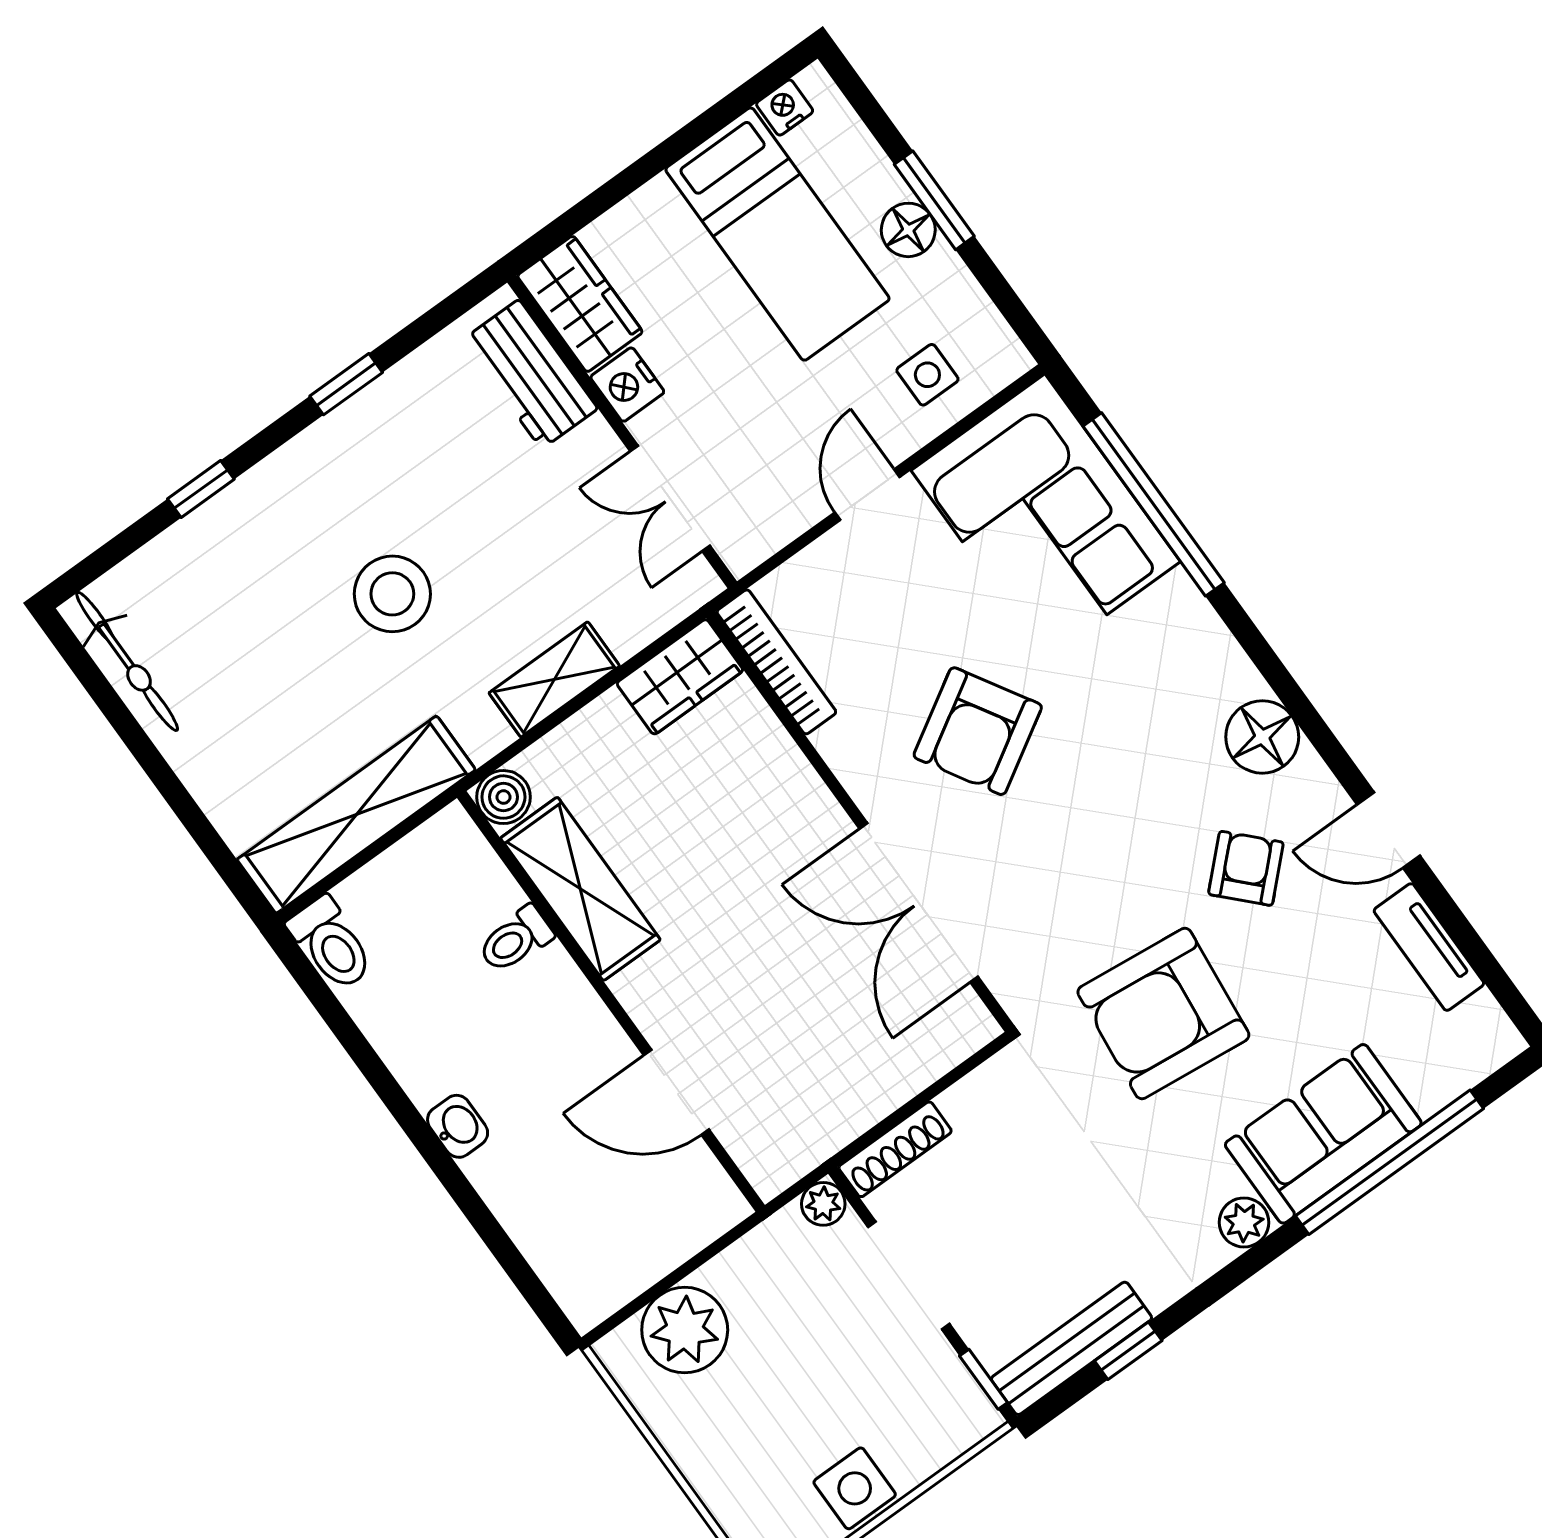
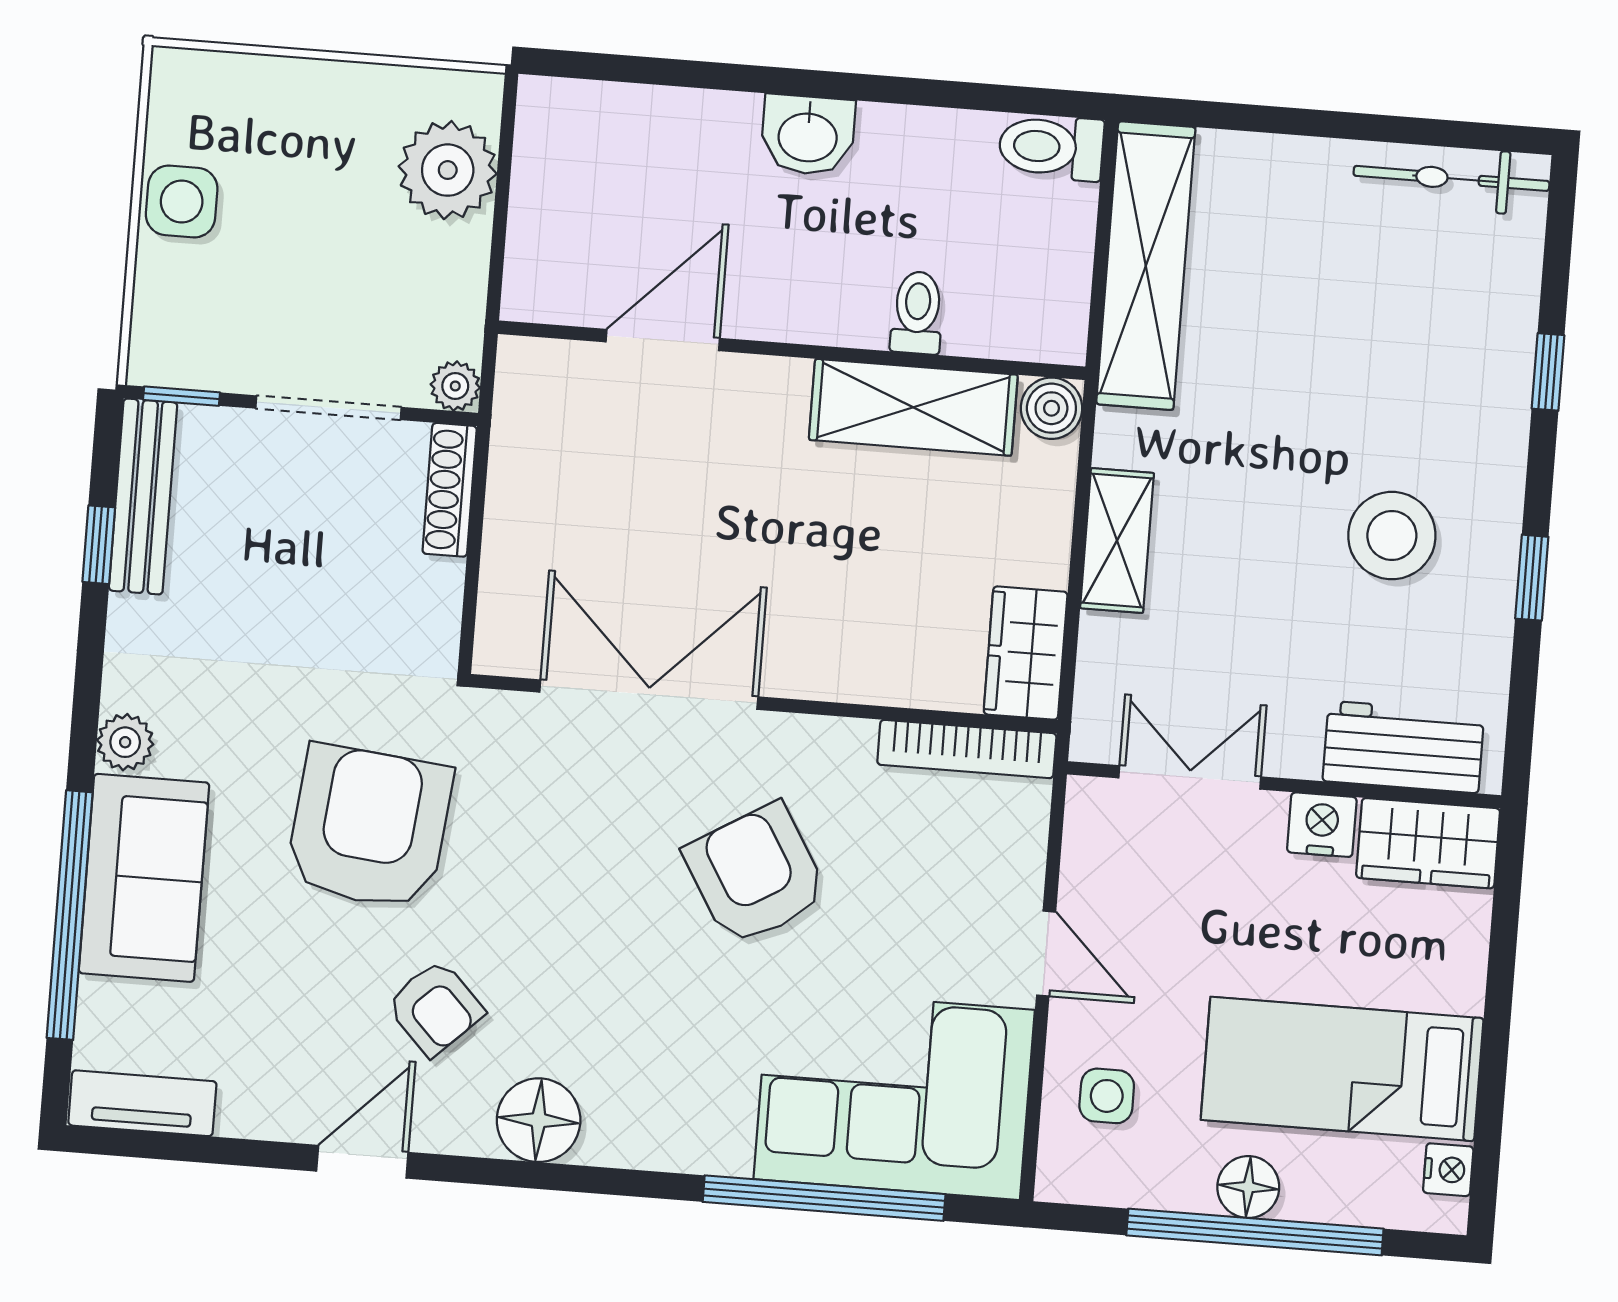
window: (934, 200) -> (1255, 1232), width x2.11
stool: (392, 594) -> (1392, 536), moved
tv unit: (1429, 947) -> (142, 1103), moved
washbasin: (458, 1126) -> (808, 135), width x1.38, depth x1.45

